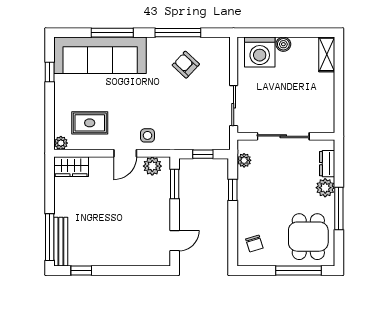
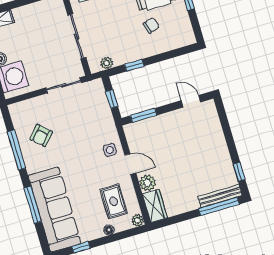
floor lamp: (60, 108) -> (109, 230), added
plant: (152, 166) -> (147, 183), moved
chair: (254, 244) -> (151, 25), moved

